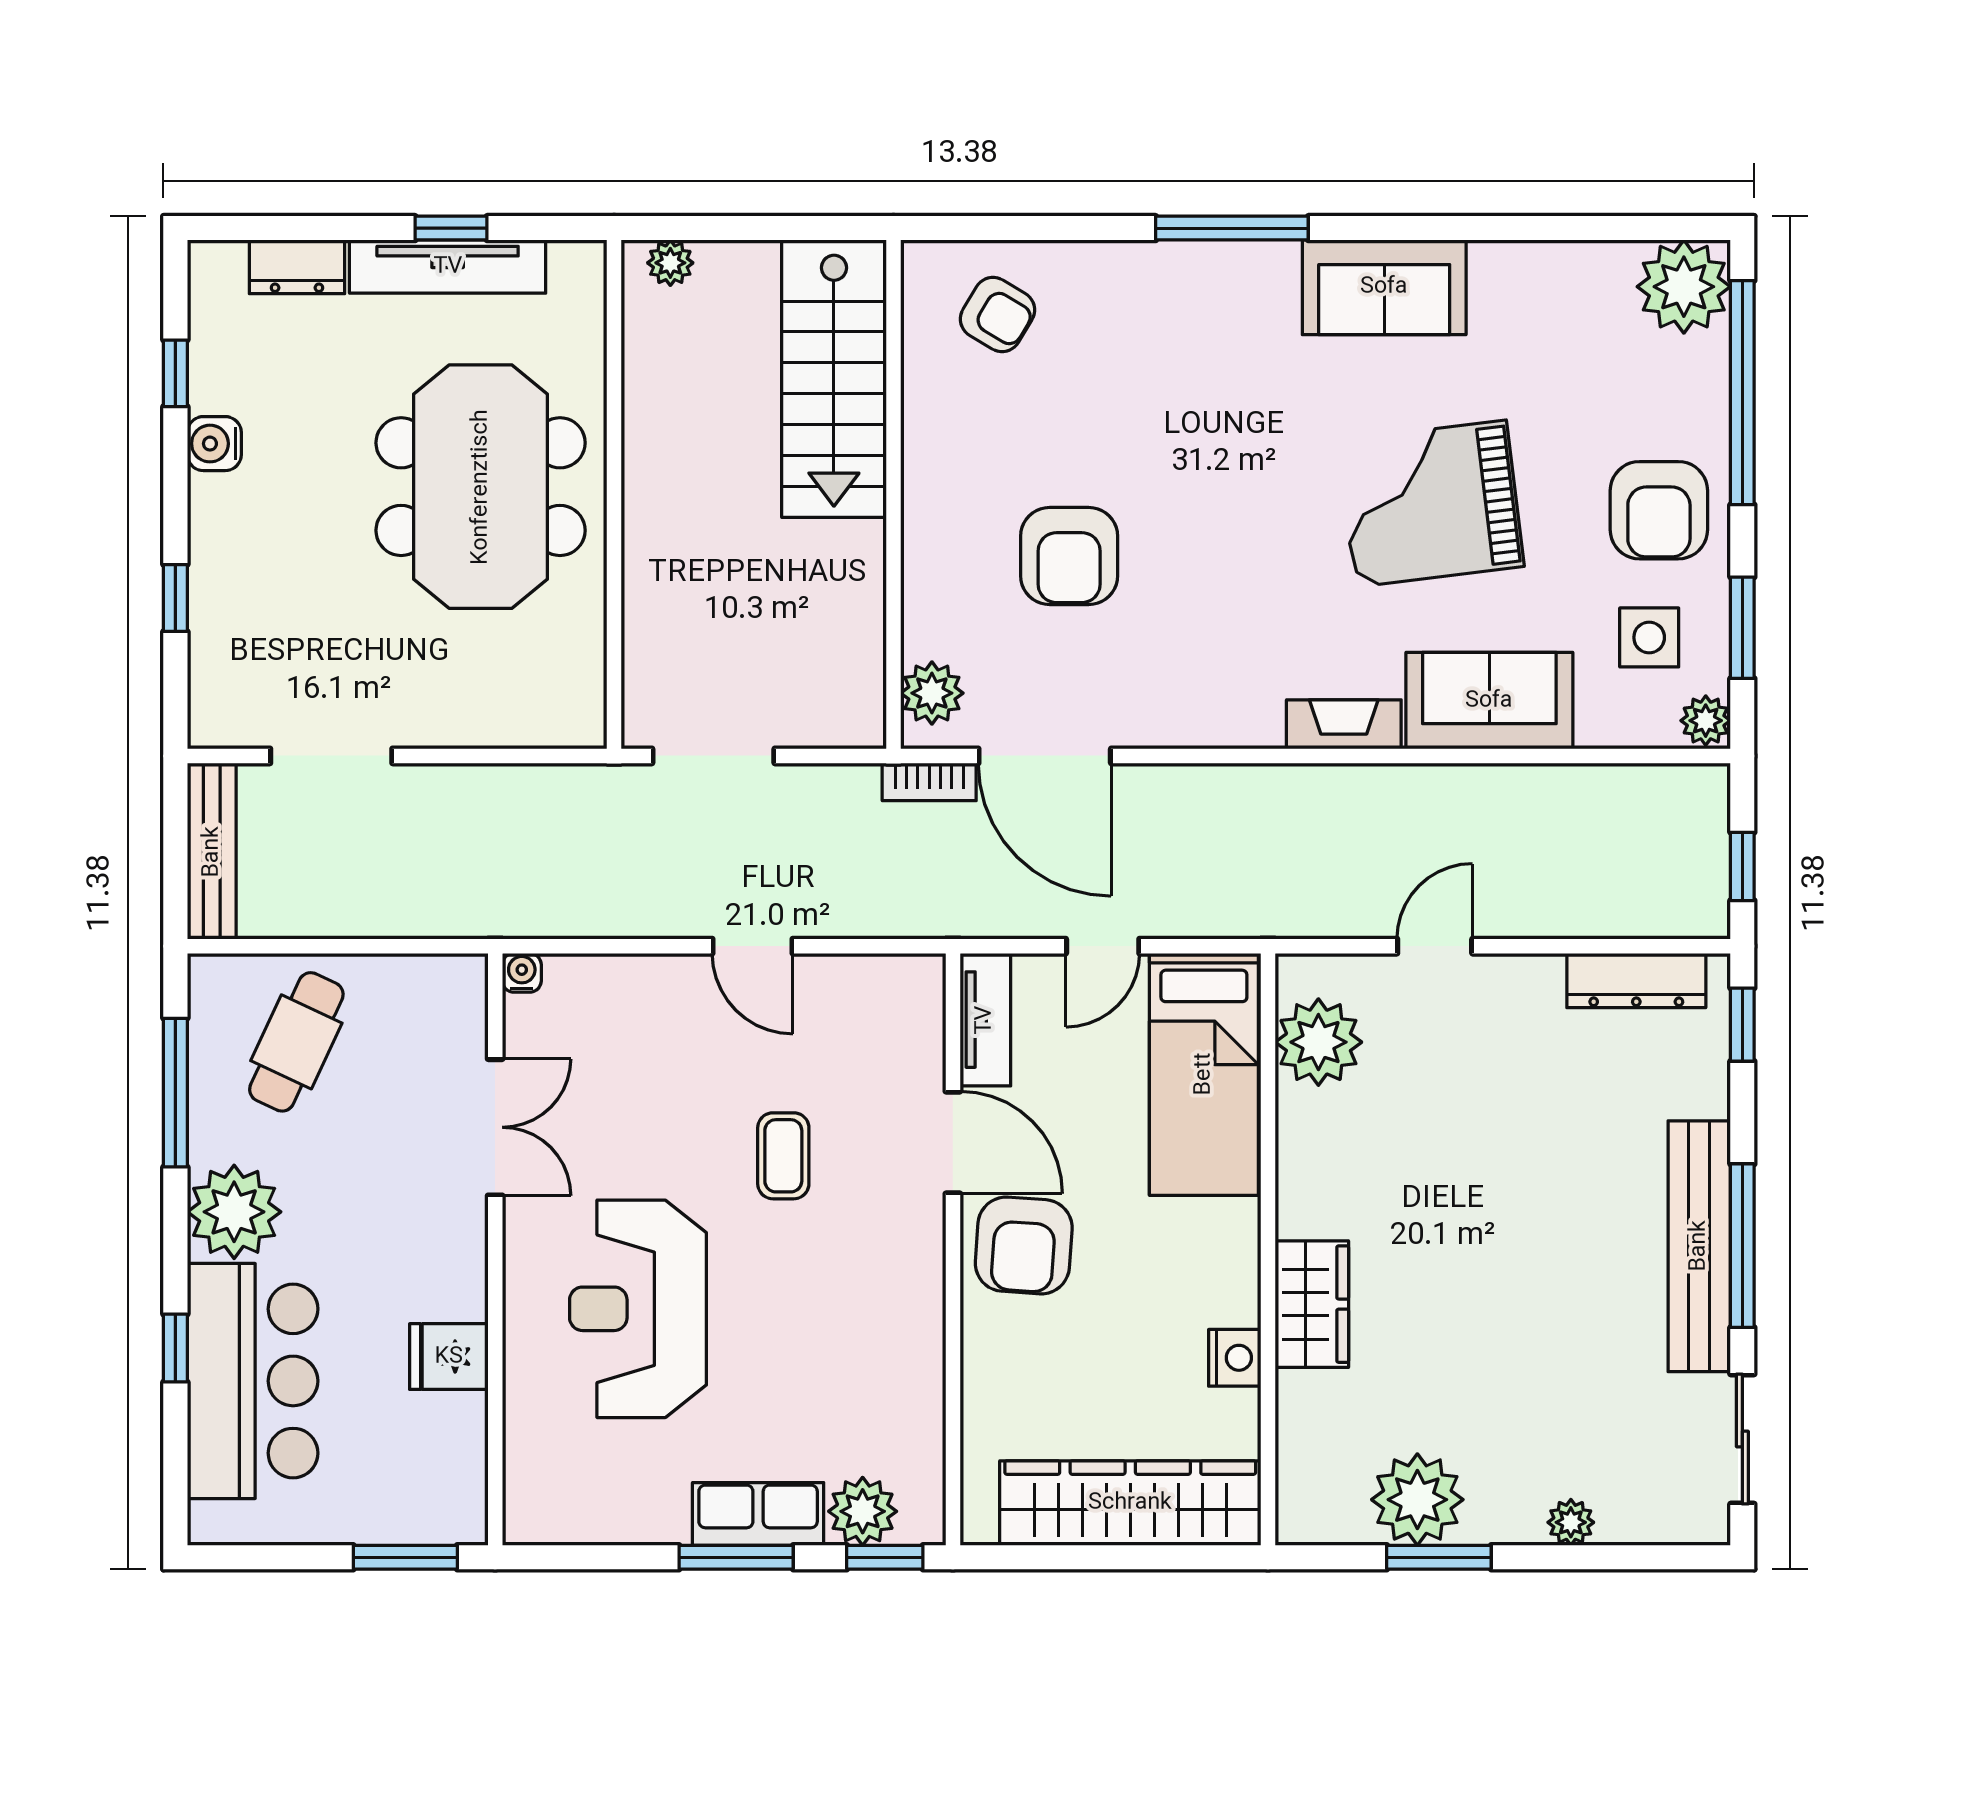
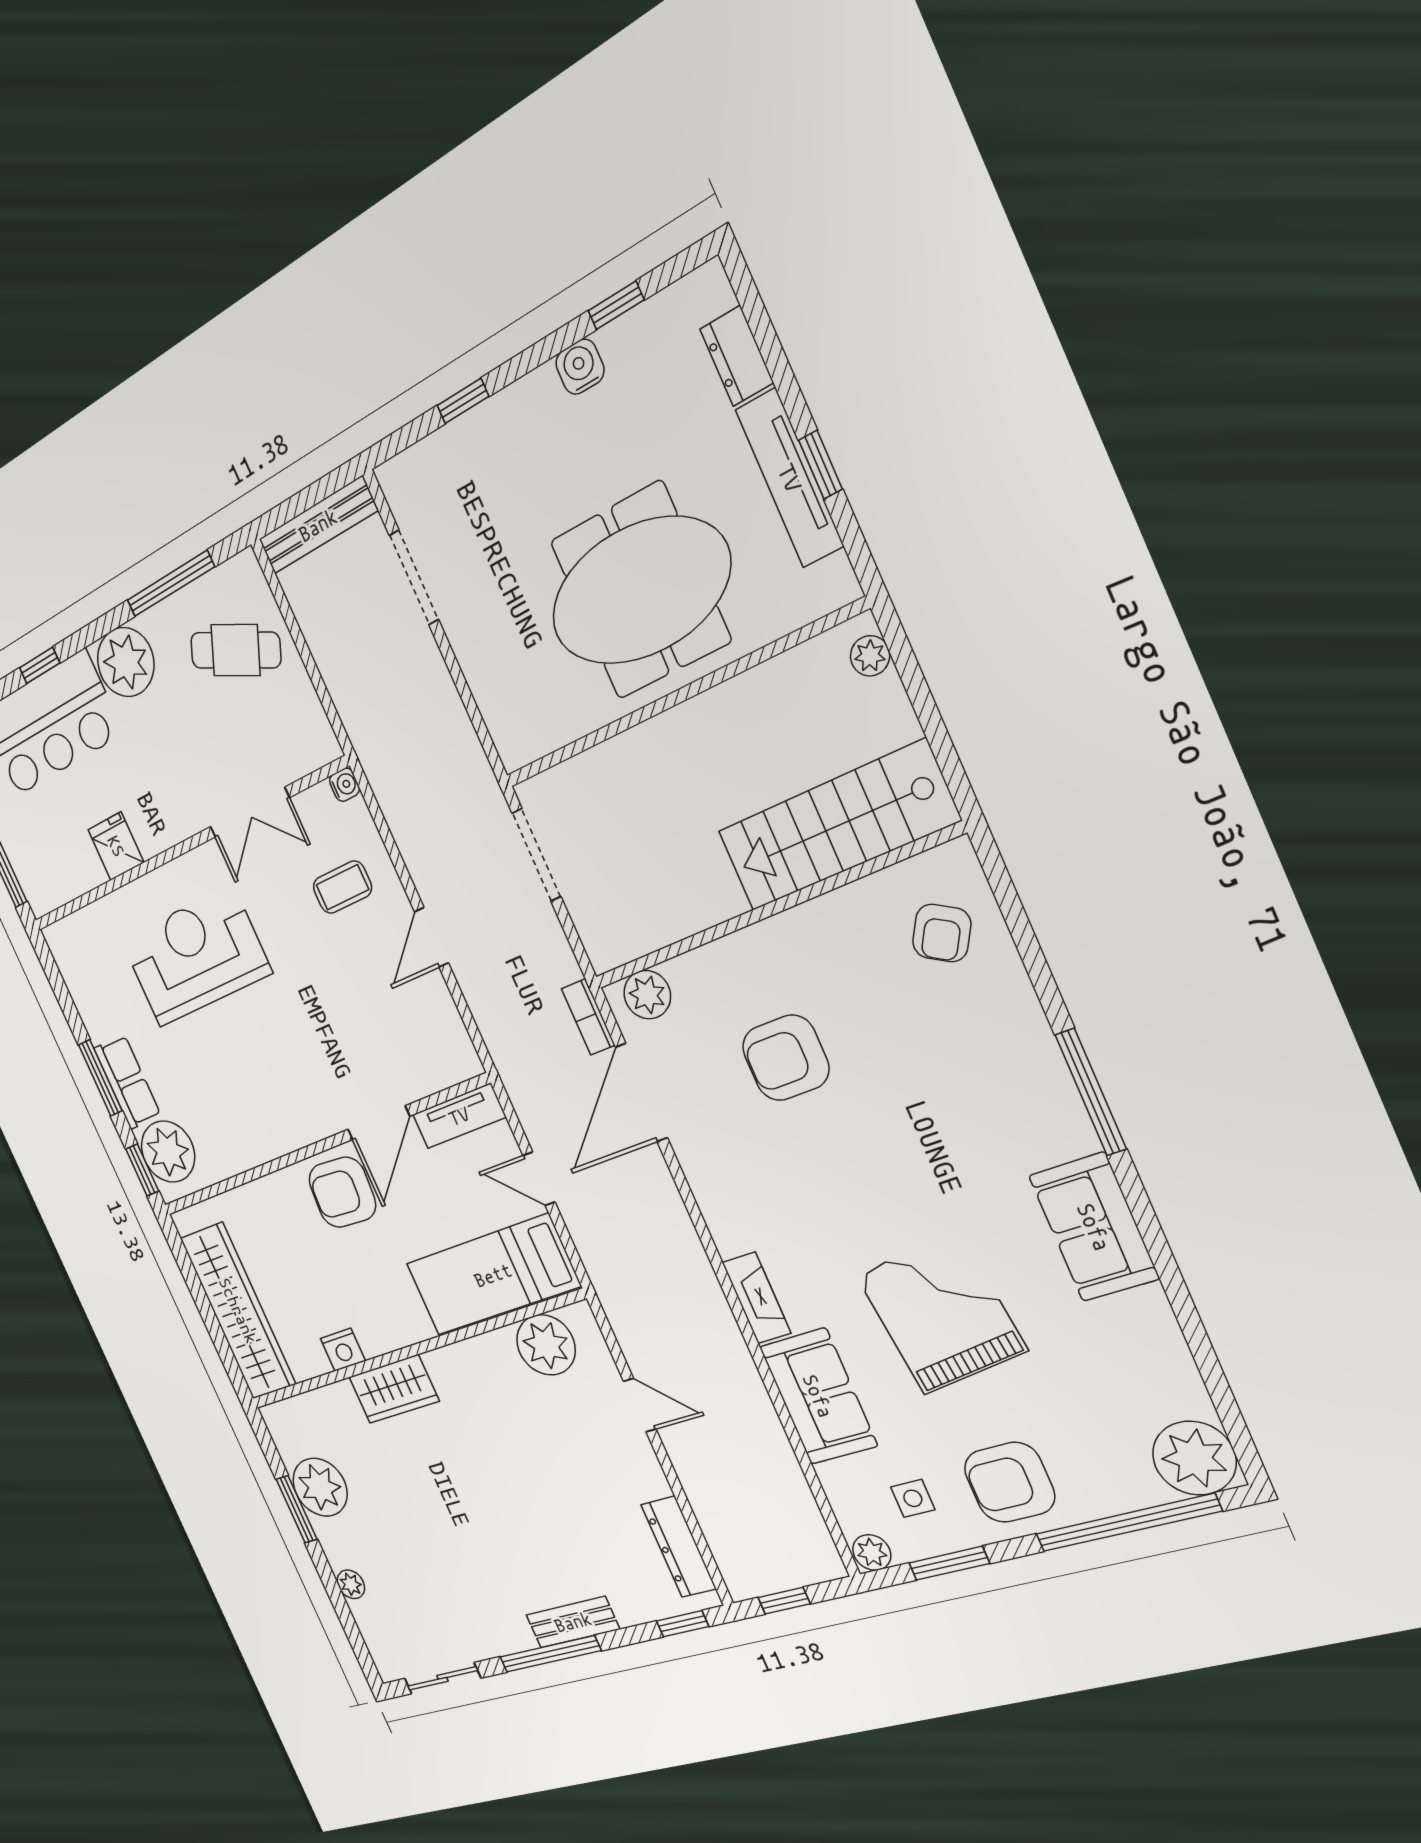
side table: (1649, 637) -> (913, 1498), width x0.73, depth x0.73
coffee table: (783, 1156) -> (342, 887), moved
bench: (1699, 1246) -> (573, 1622), width x0.54, depth x0.82
plant: (863, 1511) -> (168, 1152), width x1.36, depth x1.36

